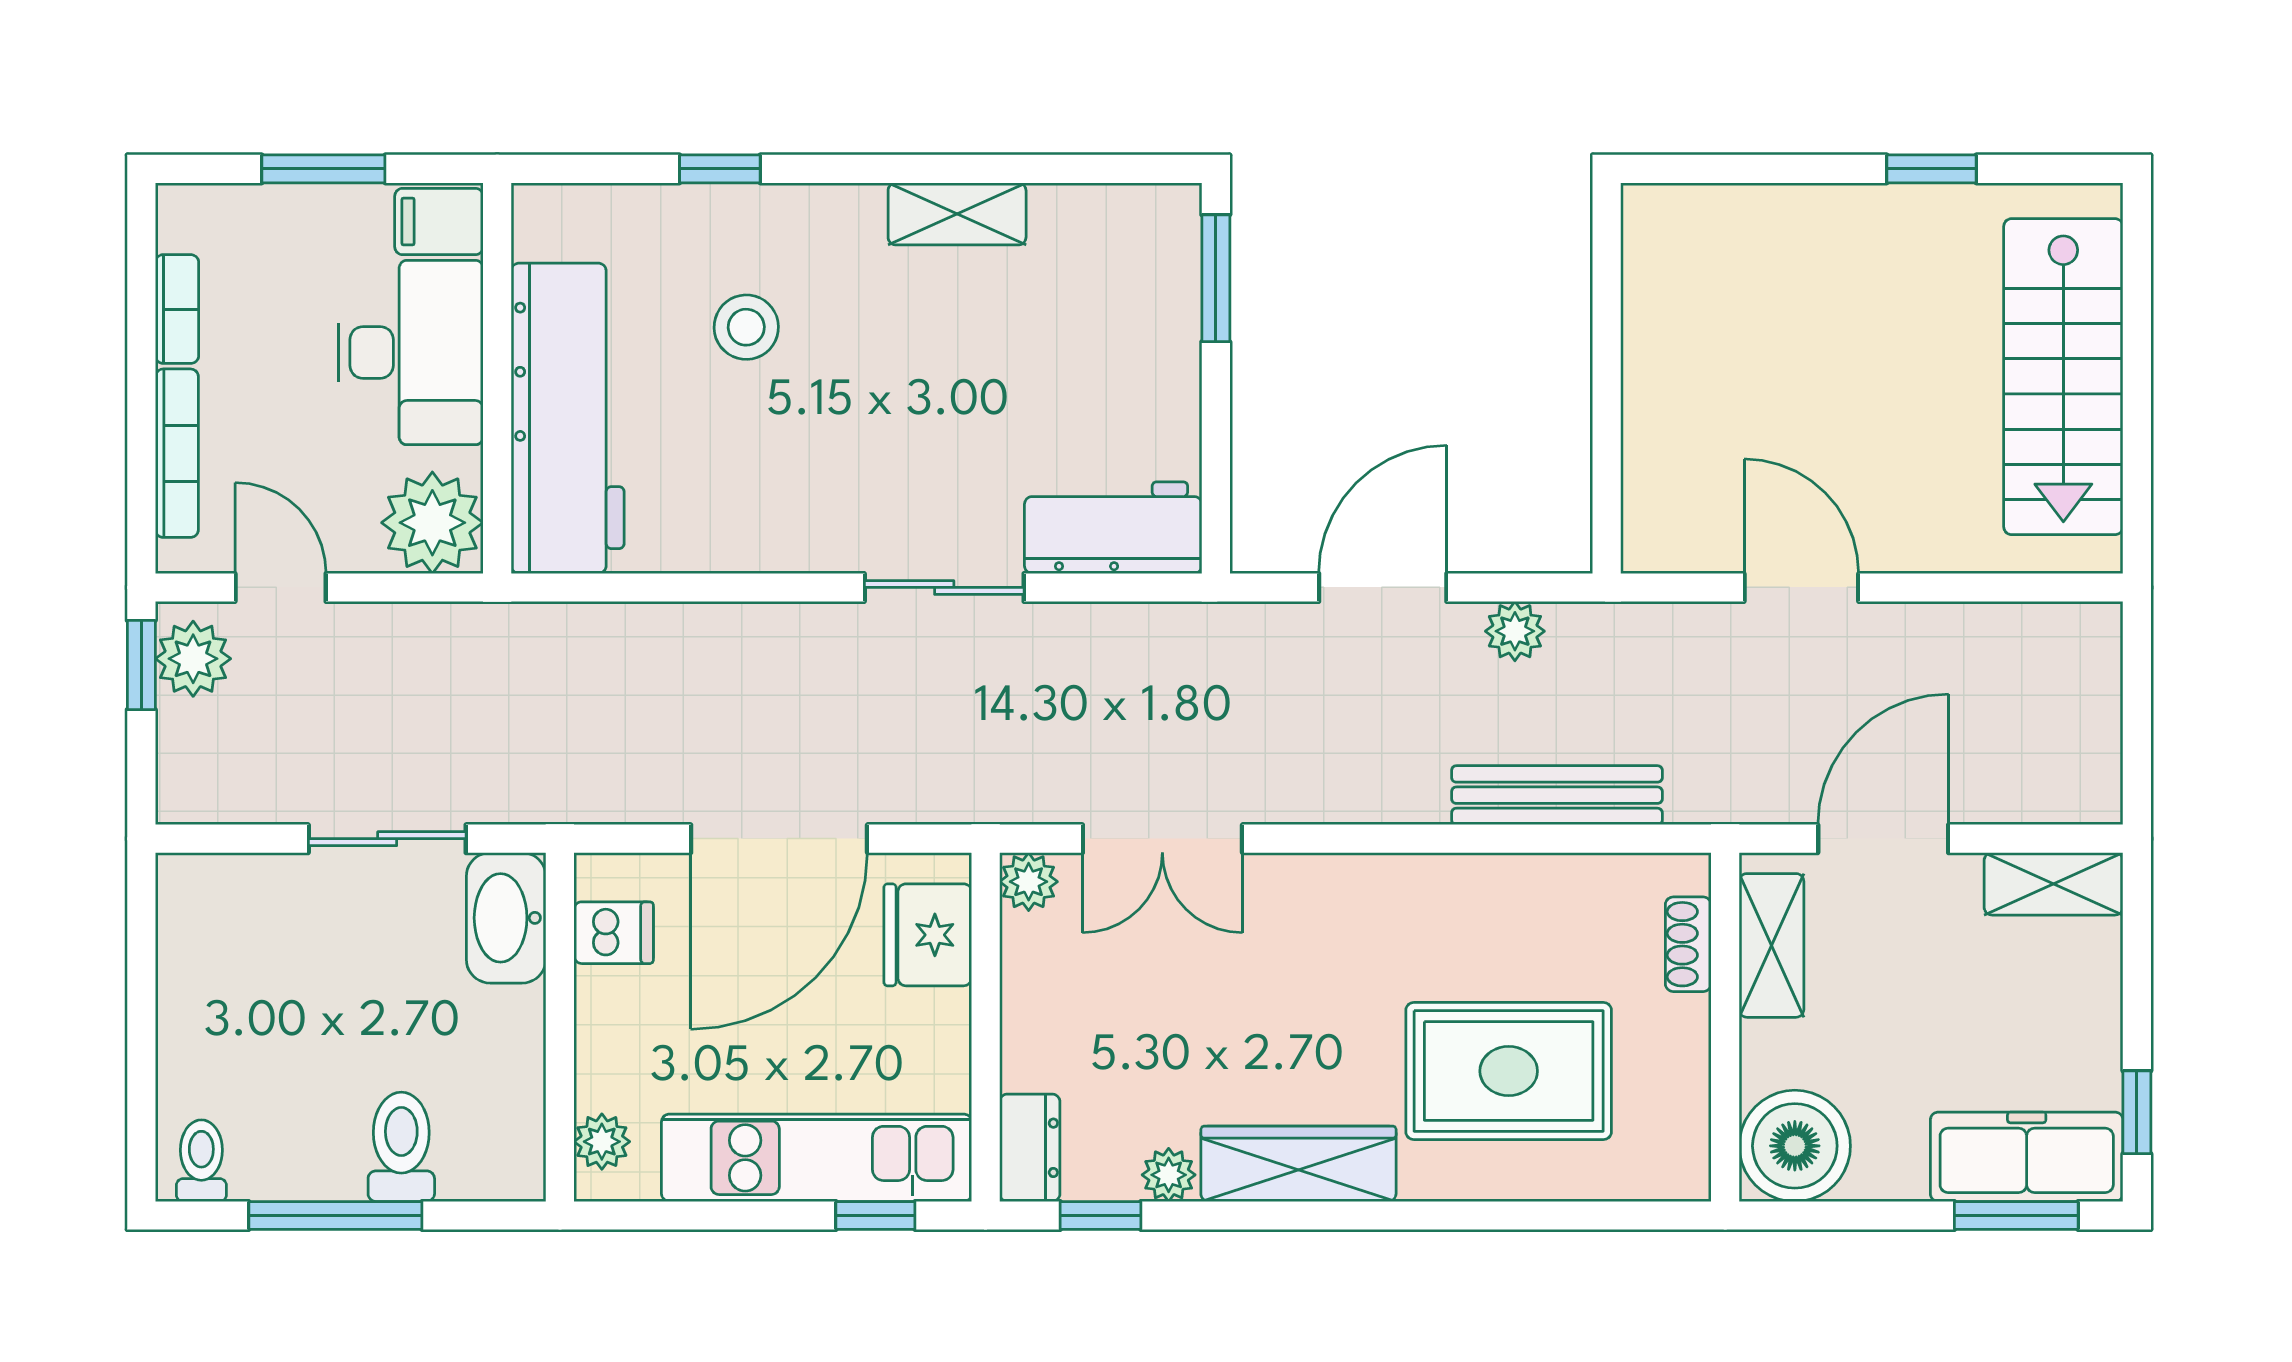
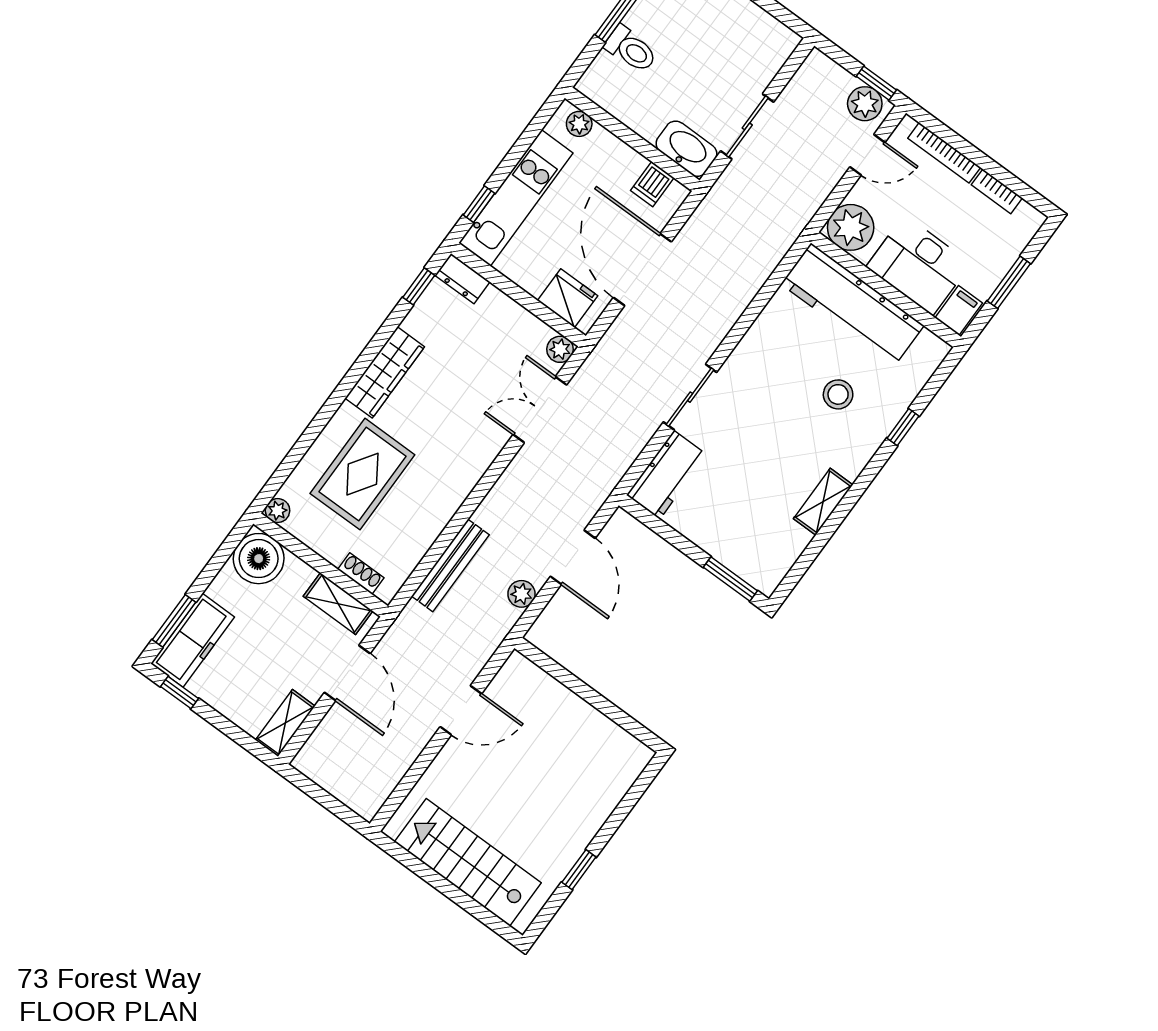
plant: (1169, 1175) -> (278, 511), moved

